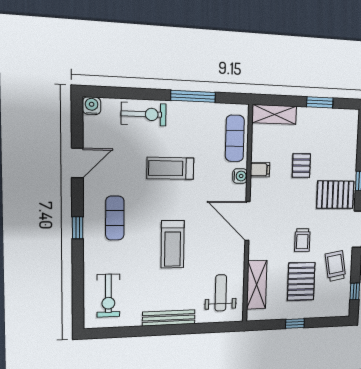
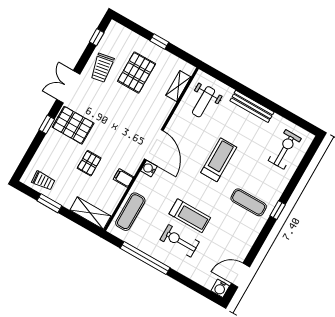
window: (193, 96) -> (145, 258), width x1.46
exercise bike: (144, 114) -> (180, 241), moved
door: (77, 163) -> (240, 275), moved
water cooler: (240, 176) -> (149, 169), moved
exercise mat: (115, 218) -> (249, 202), turned 90
trolley: (302, 240) -> (43, 181), moved, turned 86
shelving: (257, 285) -> (178, 86), width x0.67, depth x0.75

